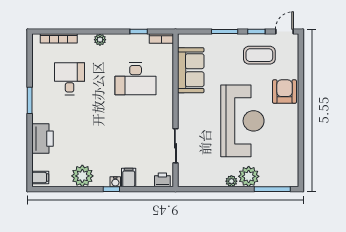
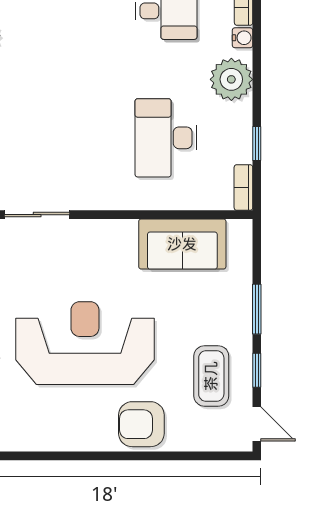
water cooler: (84, 39) -> (242, 38), added
plant: (100, 40) -> (231, 79), width x1.88, depth x1.88
armchair: (285, 92) -> (141, 424), turned 180
reception desk: (242, 121) -> (85, 343), turned 180

